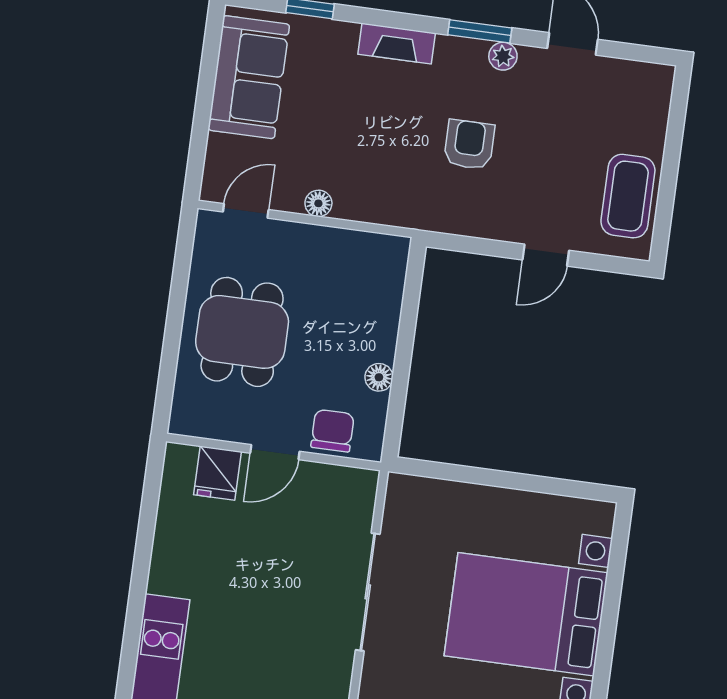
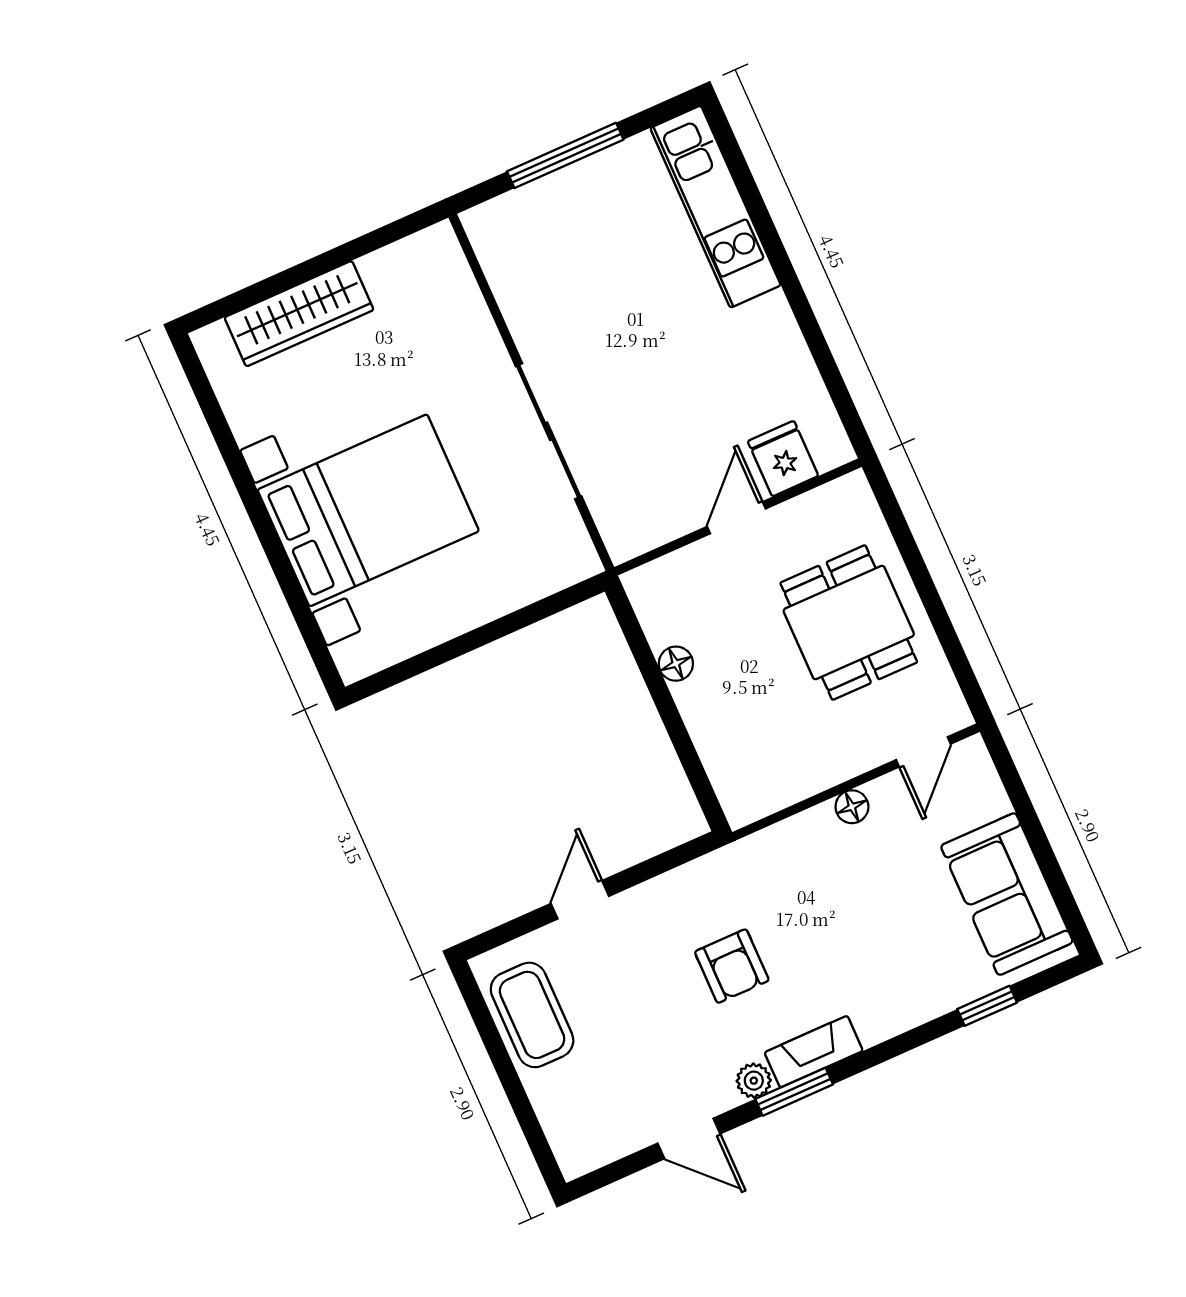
fireplace: (397, 44) -> (814, 1052), moved
chair: (332, 431) -> (690, 578), removed

